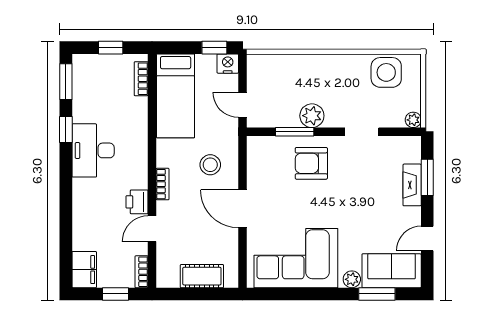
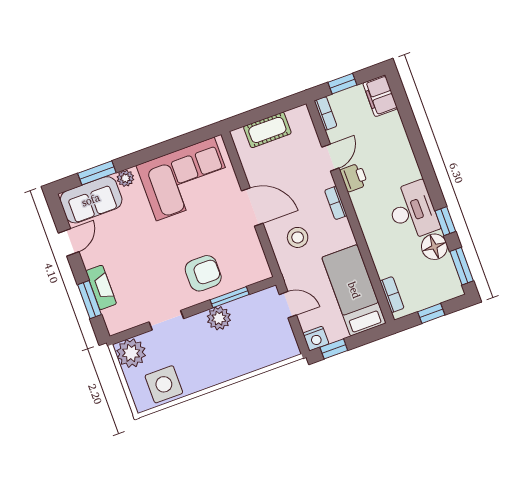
floor lamp: (85, 109) -> (434, 247), added
plant: (413, 120) -> (131, 353), width x1.88, depth x1.88

